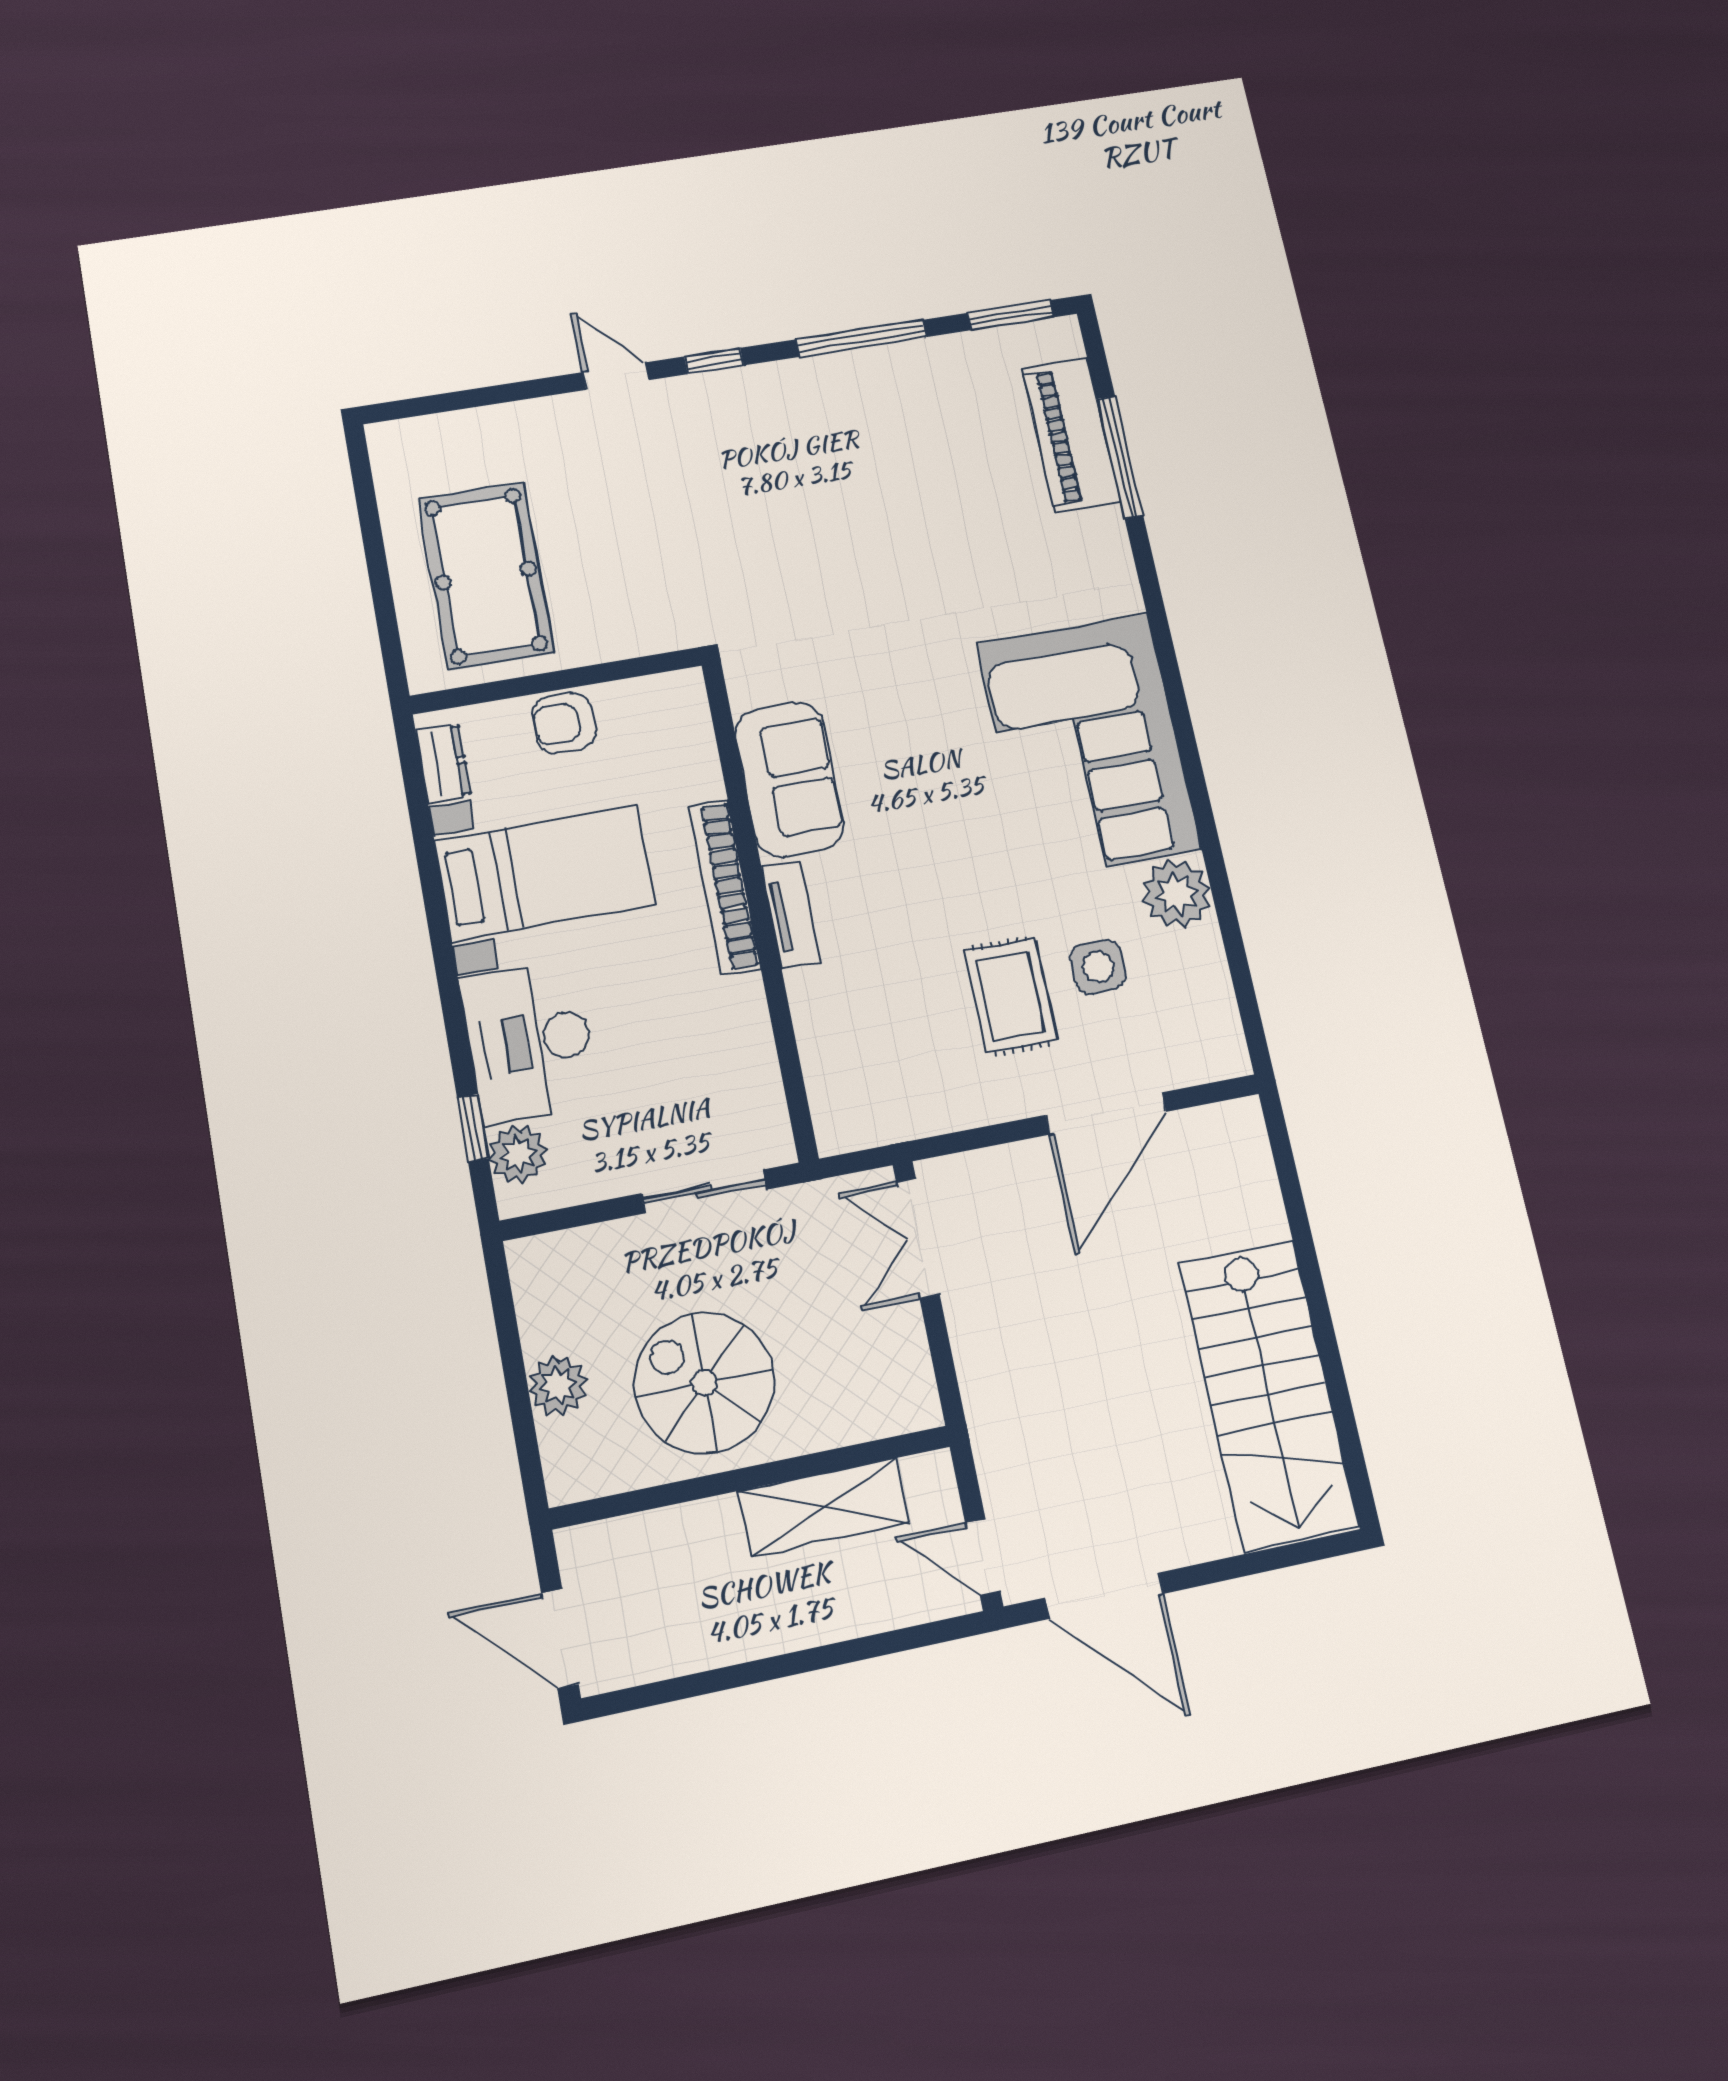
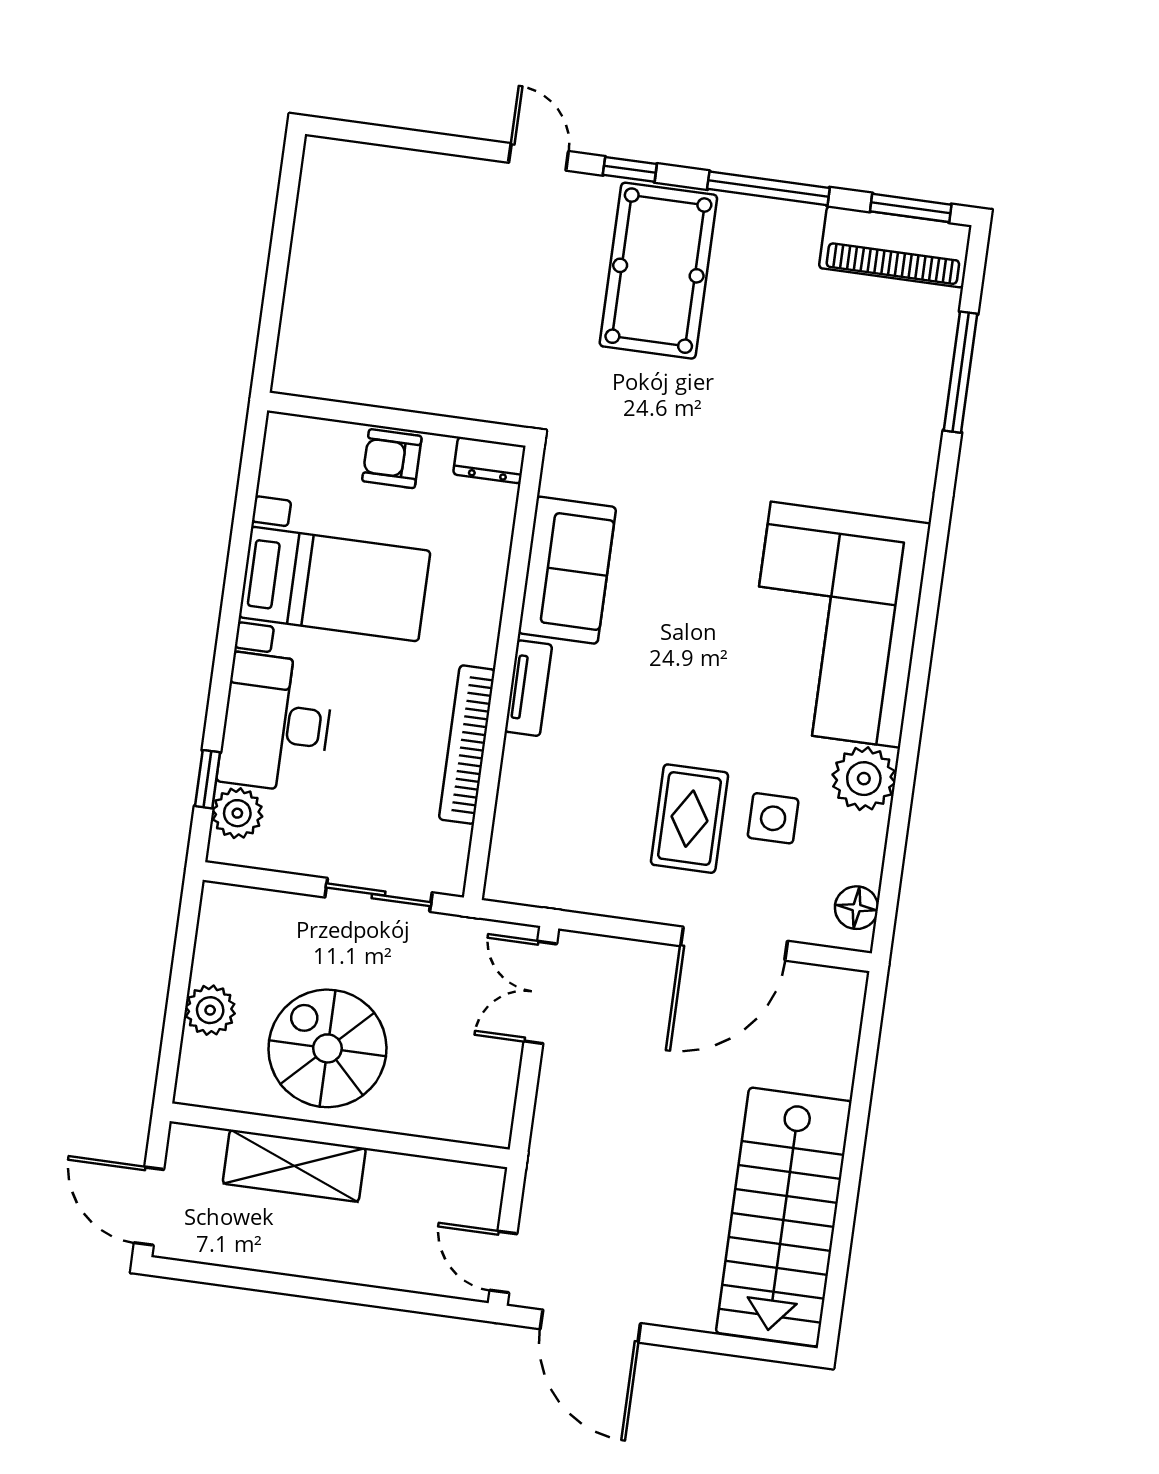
piano: (1071, 435) -> (895, 247), moved, turned -90
pool table: (486, 576) -> (658, 271), moved
dresser: (443, 763) -> (489, 460), moved, turned 90
bookcase: (725, 887) -> (467, 745), moved
floor lamp: (1220, 1031) -> (857, 908), added
shelving: (823, 1507) -> (294, 1166), moved

